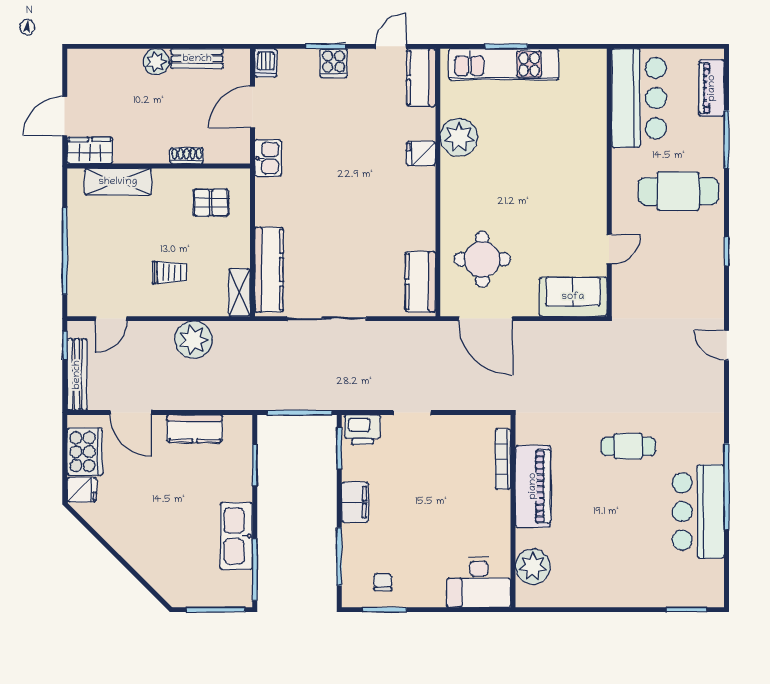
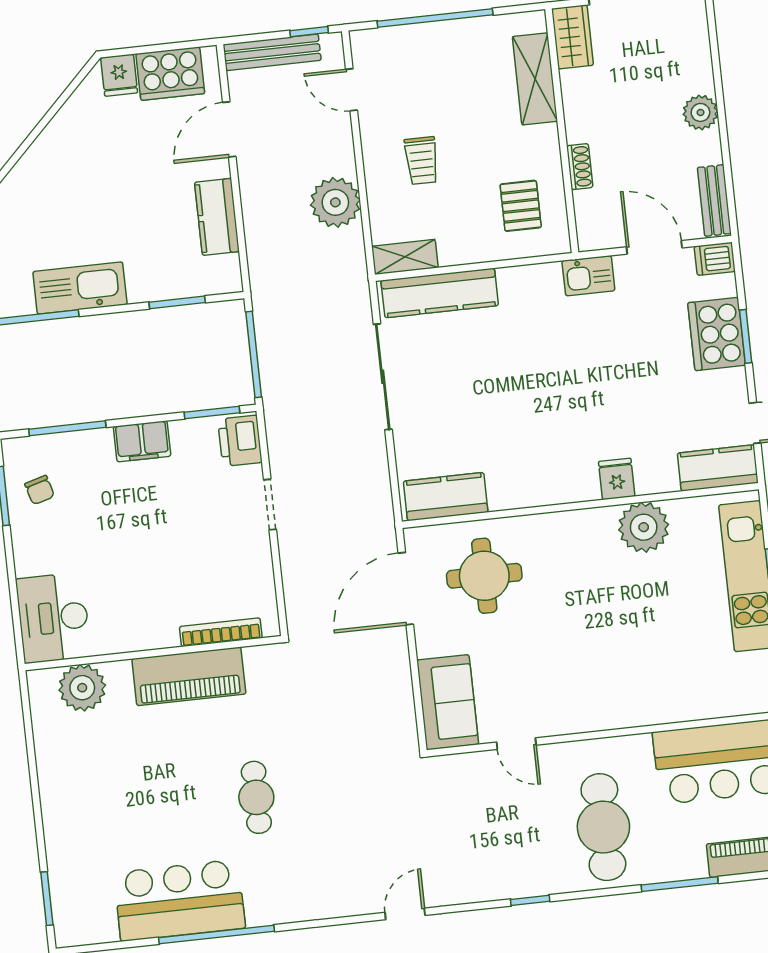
bench: (197, 59) -> (714, 200), moved
cooker: (334, 63) -> (717, 334), width x1.87, depth x1.31
chair: (383, 582) -> (40, 490), turned 74

